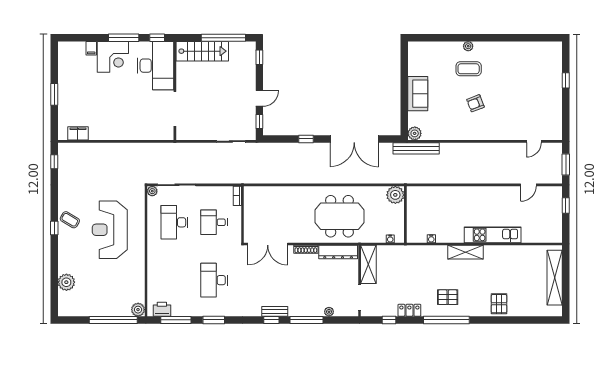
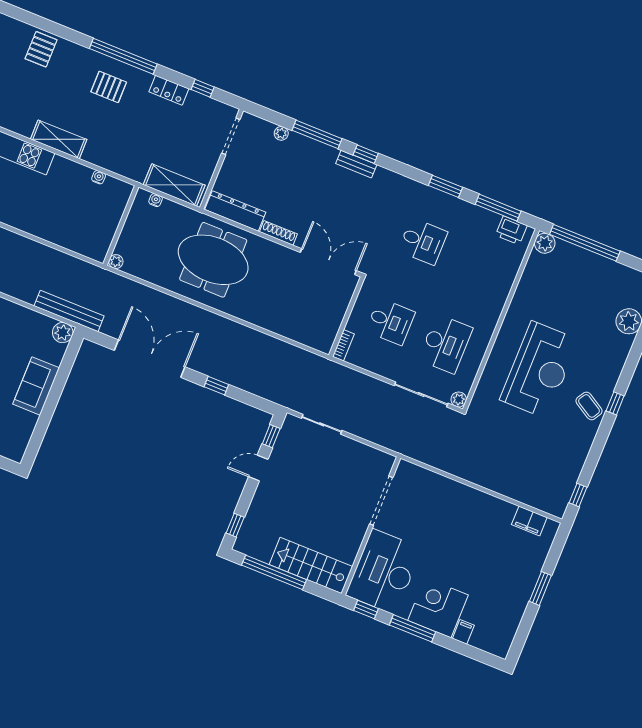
plant: (395, 195) -> (116, 262), width x0.53, depth x0.53
shelving: (368, 264) -> (174, 185), moved, turned 90
desk: (214, 280) -> (423, 241), width x0.73

